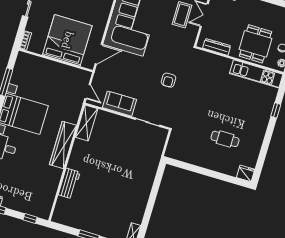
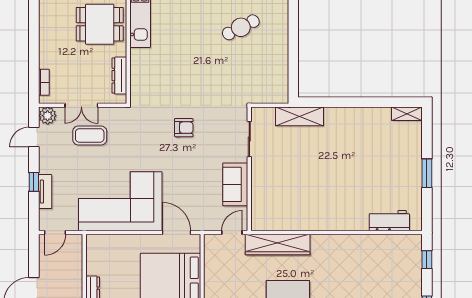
shelving: (87, 123) -> (299, 116), moved
cafe table: (225, 139) -> (241, 27), turned 63
wardrobe: (63, 145) -> (278, 245), moved
workbench: (69, 183) -> (389, 221), moved

